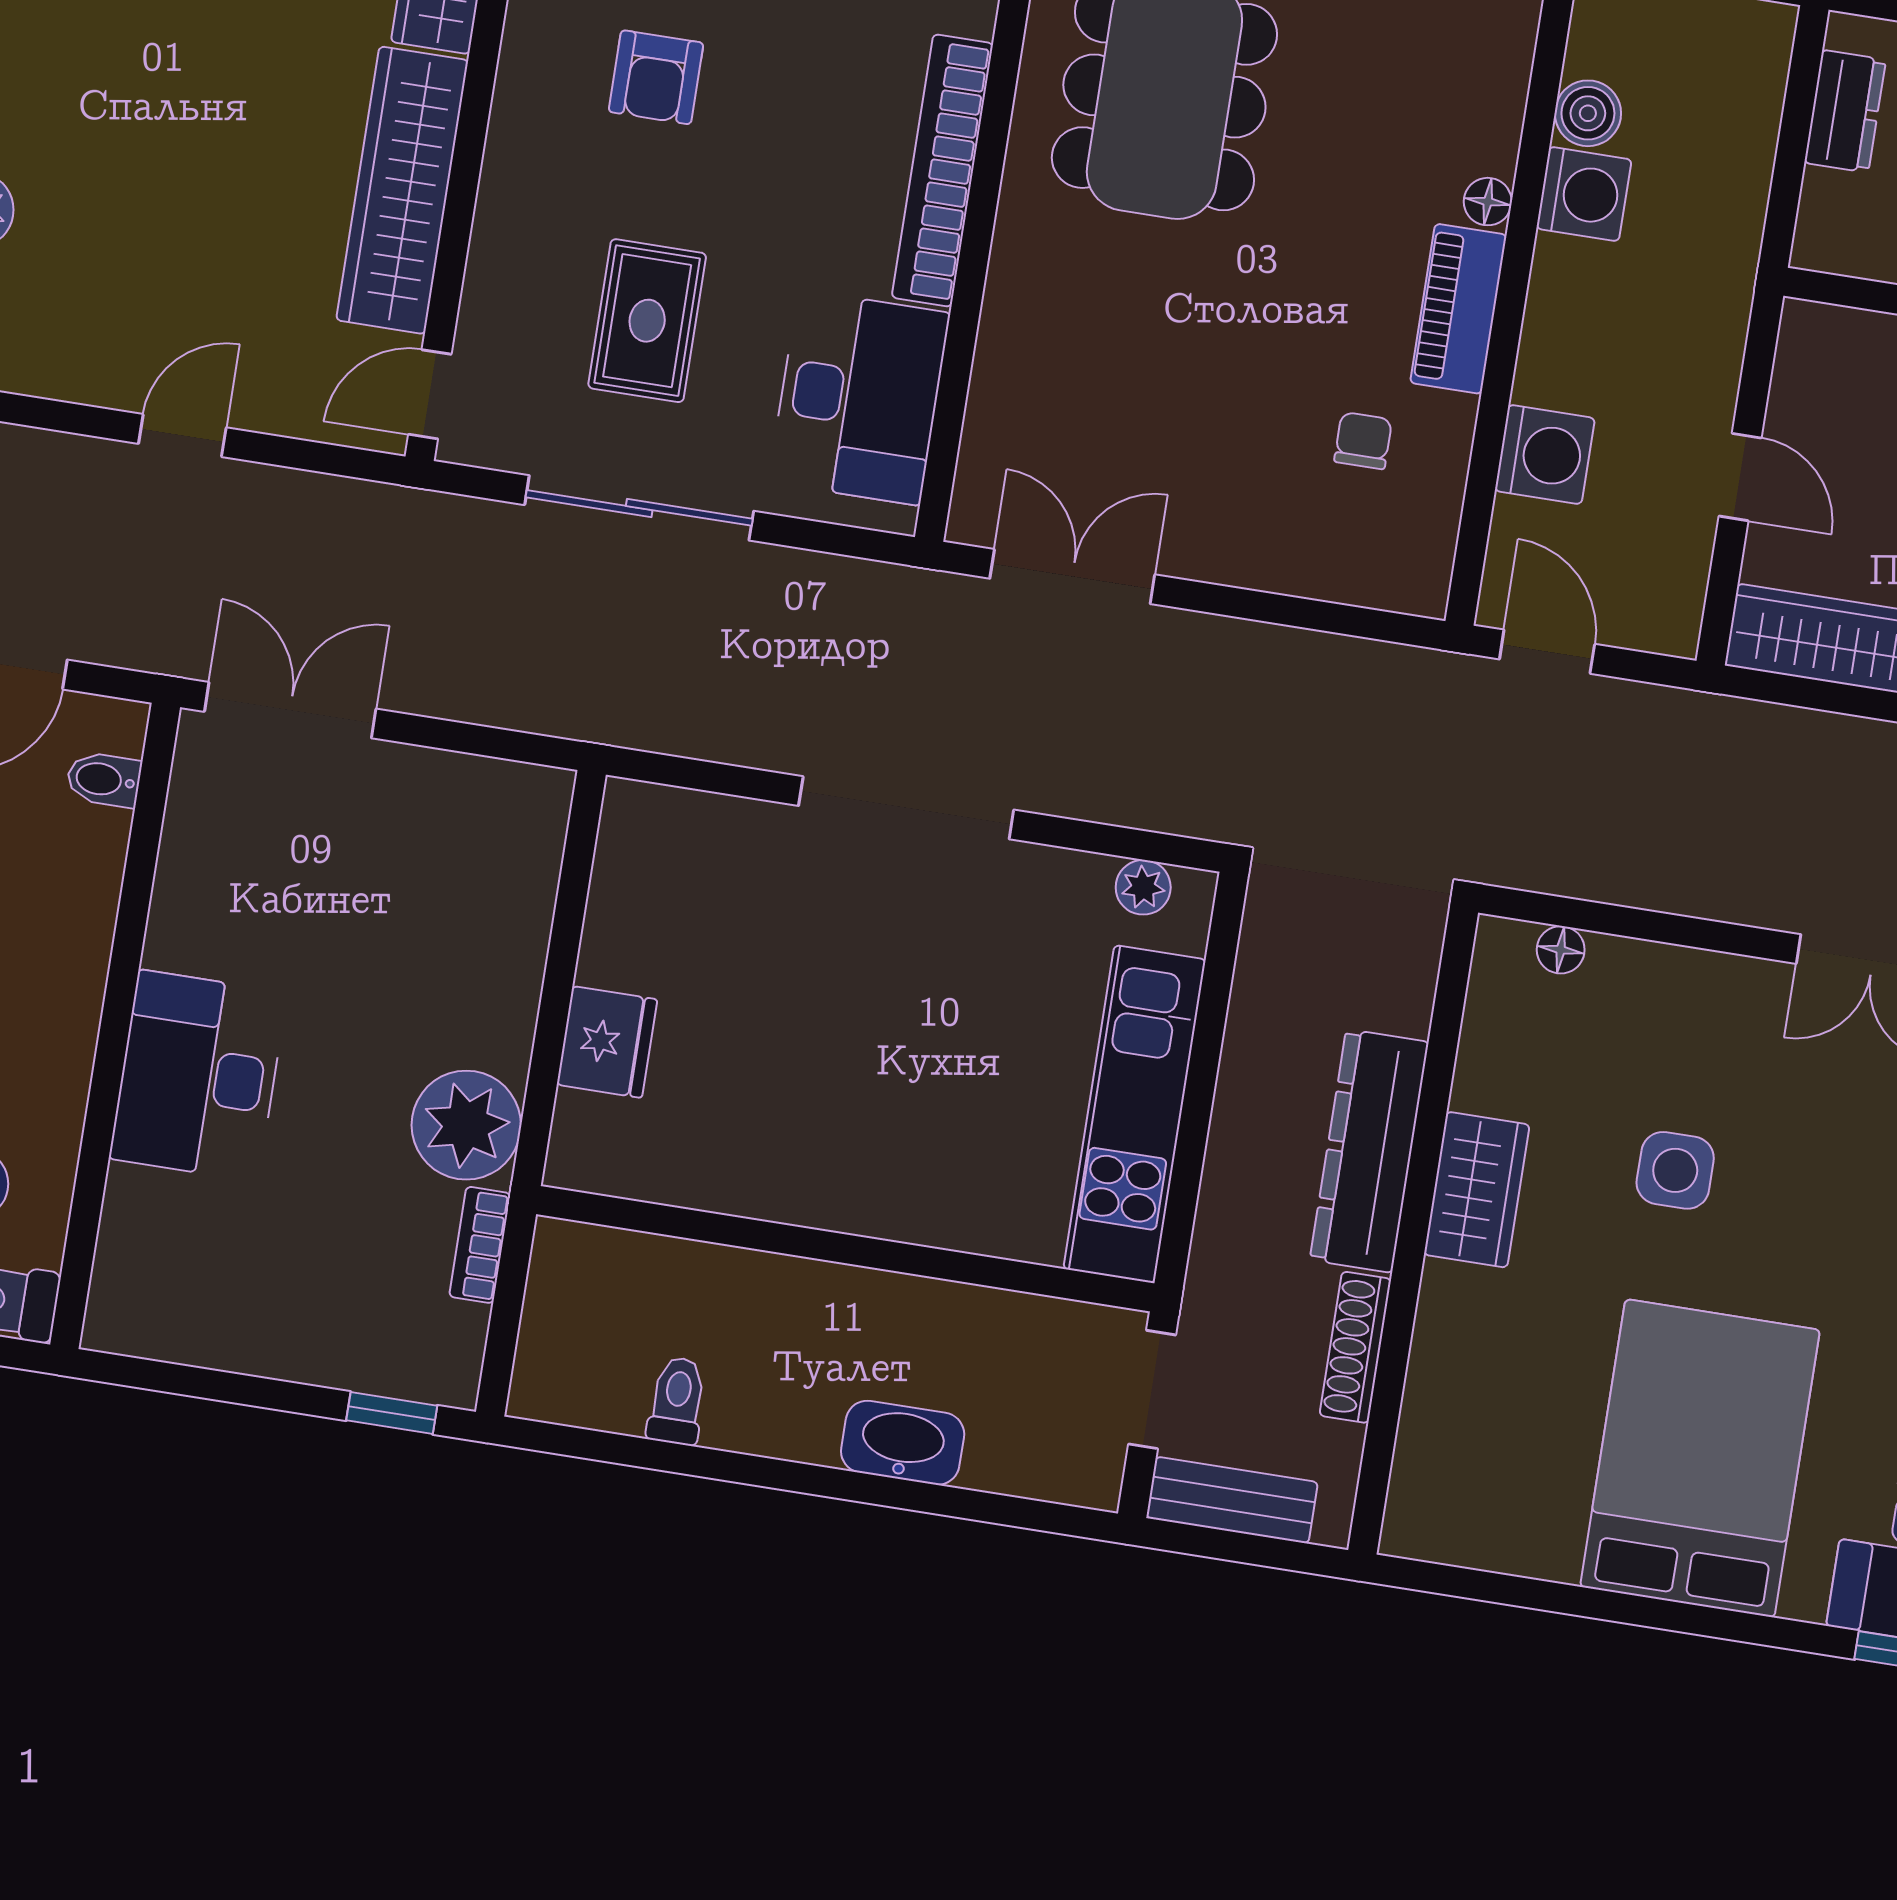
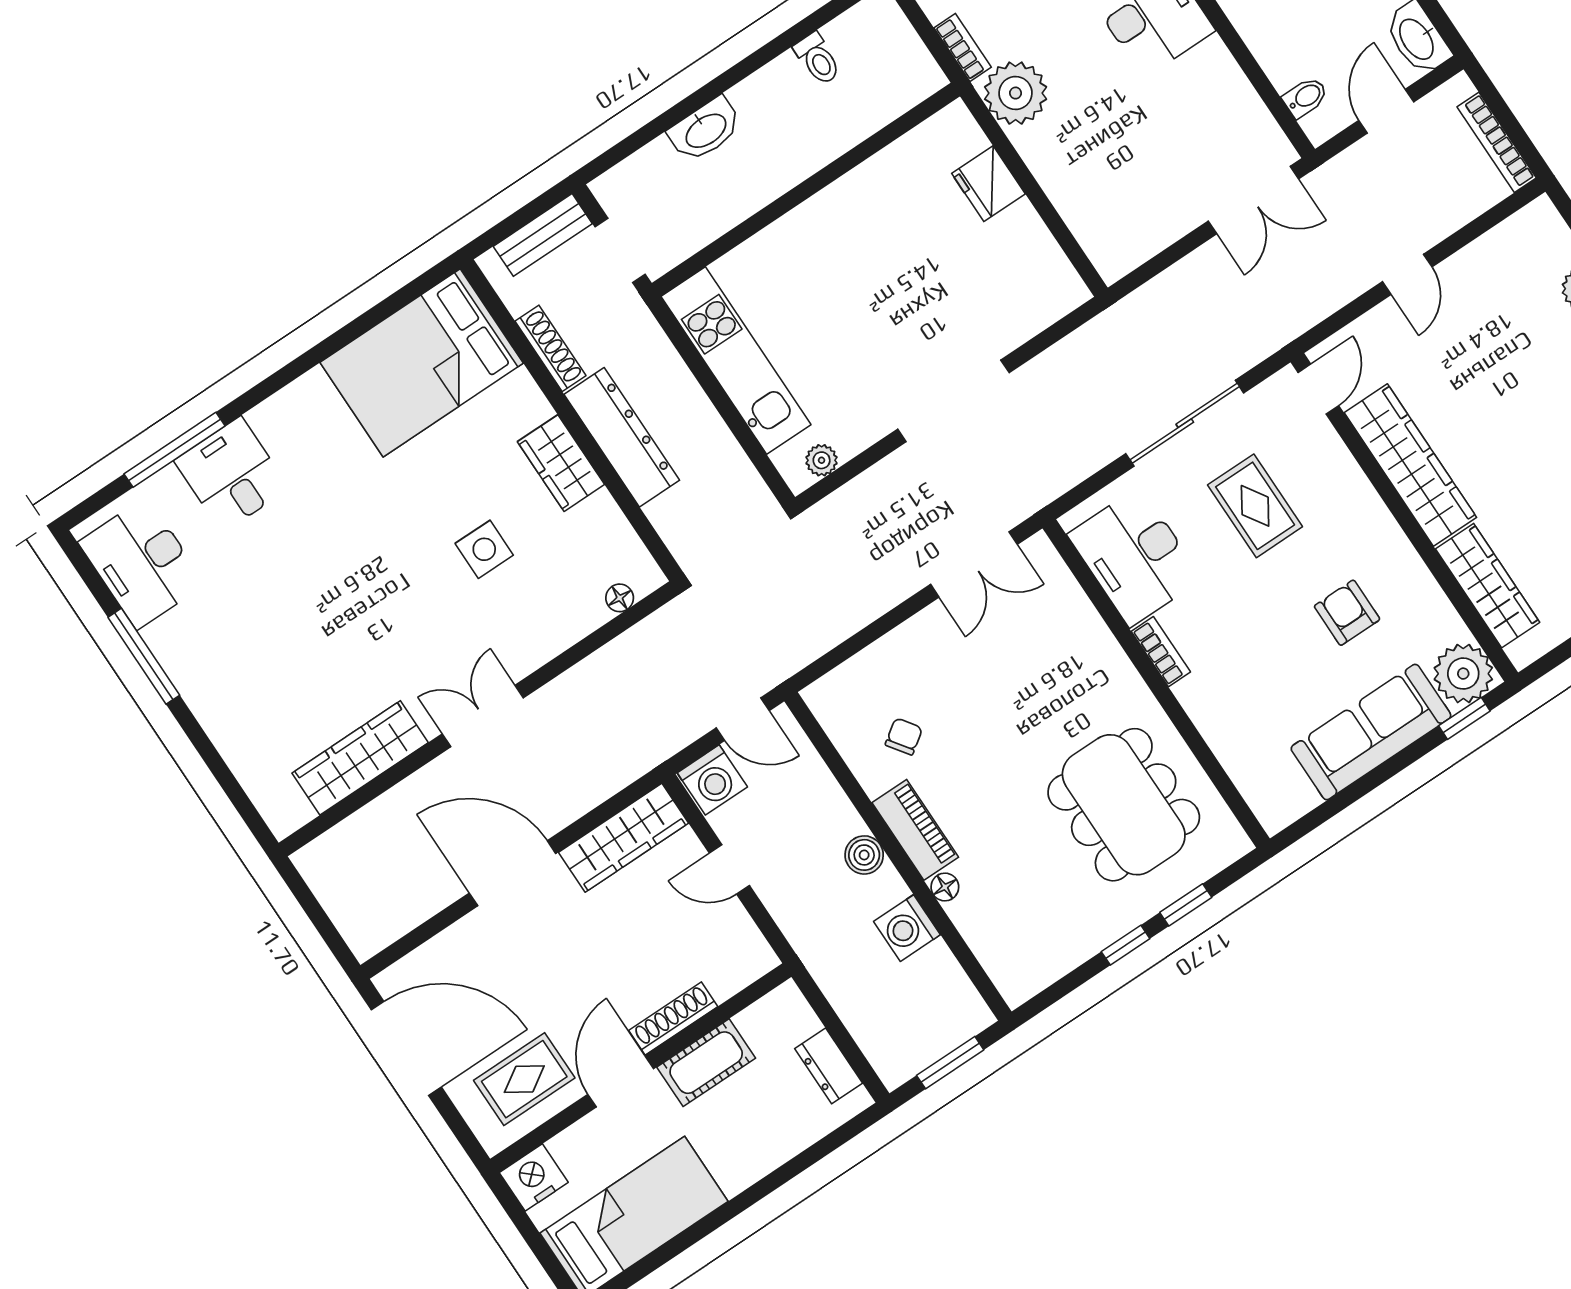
boiler: (1588, 113) -> (864, 855), moved
bookcase: (942, 170) -> (1161, 652), width x0.43, depth x0.76
chair: (1363, 441) -> (904, 736), turned -125
washing machine: (1545, 455) -> (712, 780), moved, turned -90
bed: (1700, 1458) -> (422, 363), moved, turned 90

